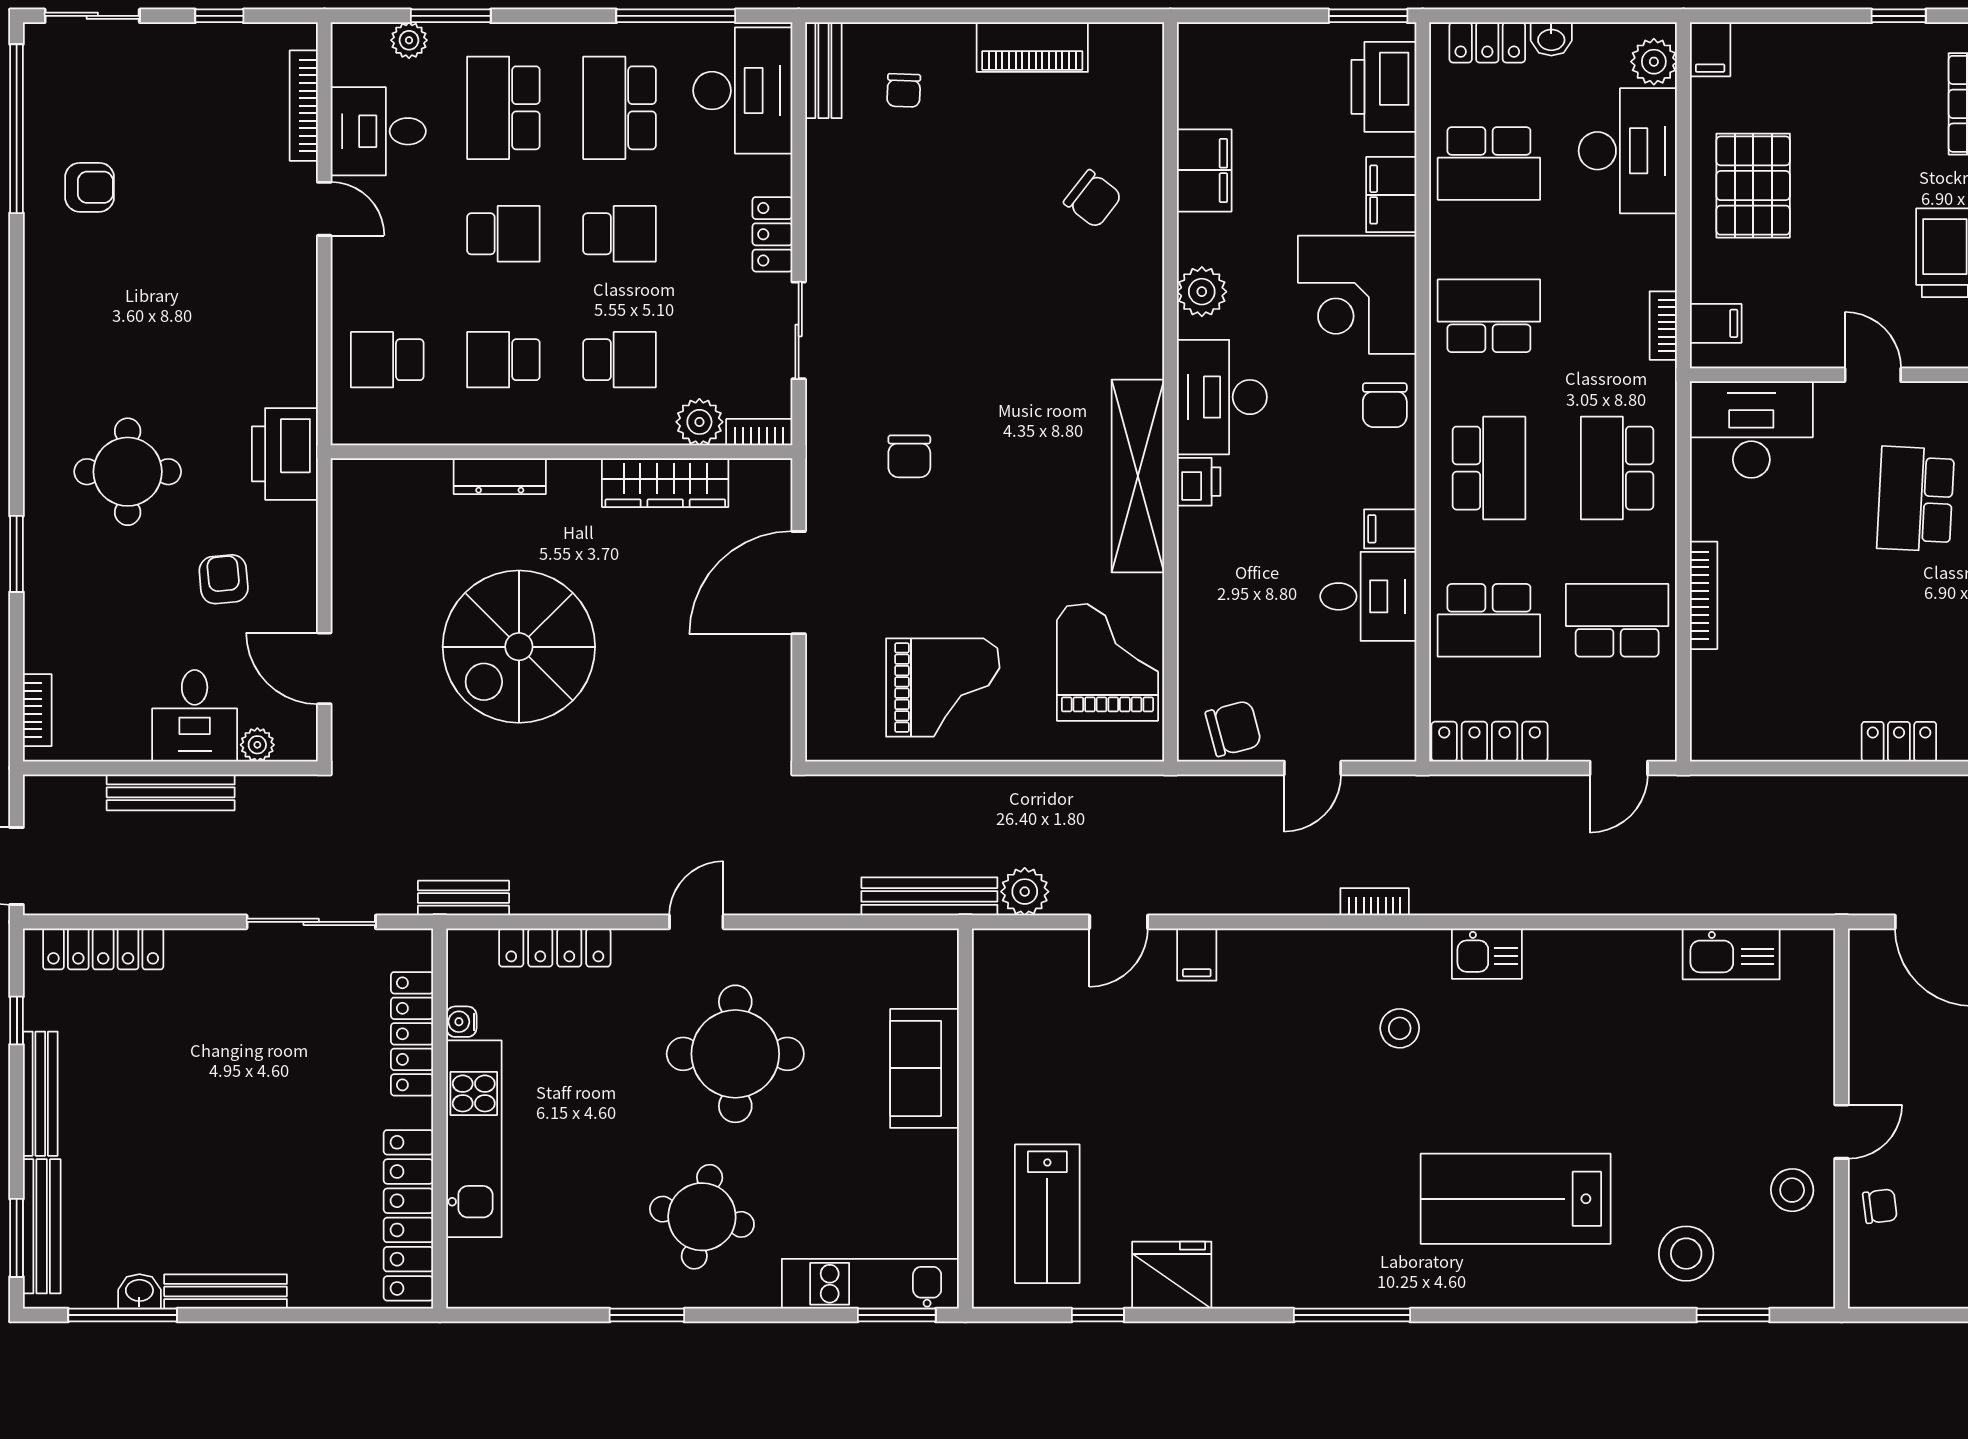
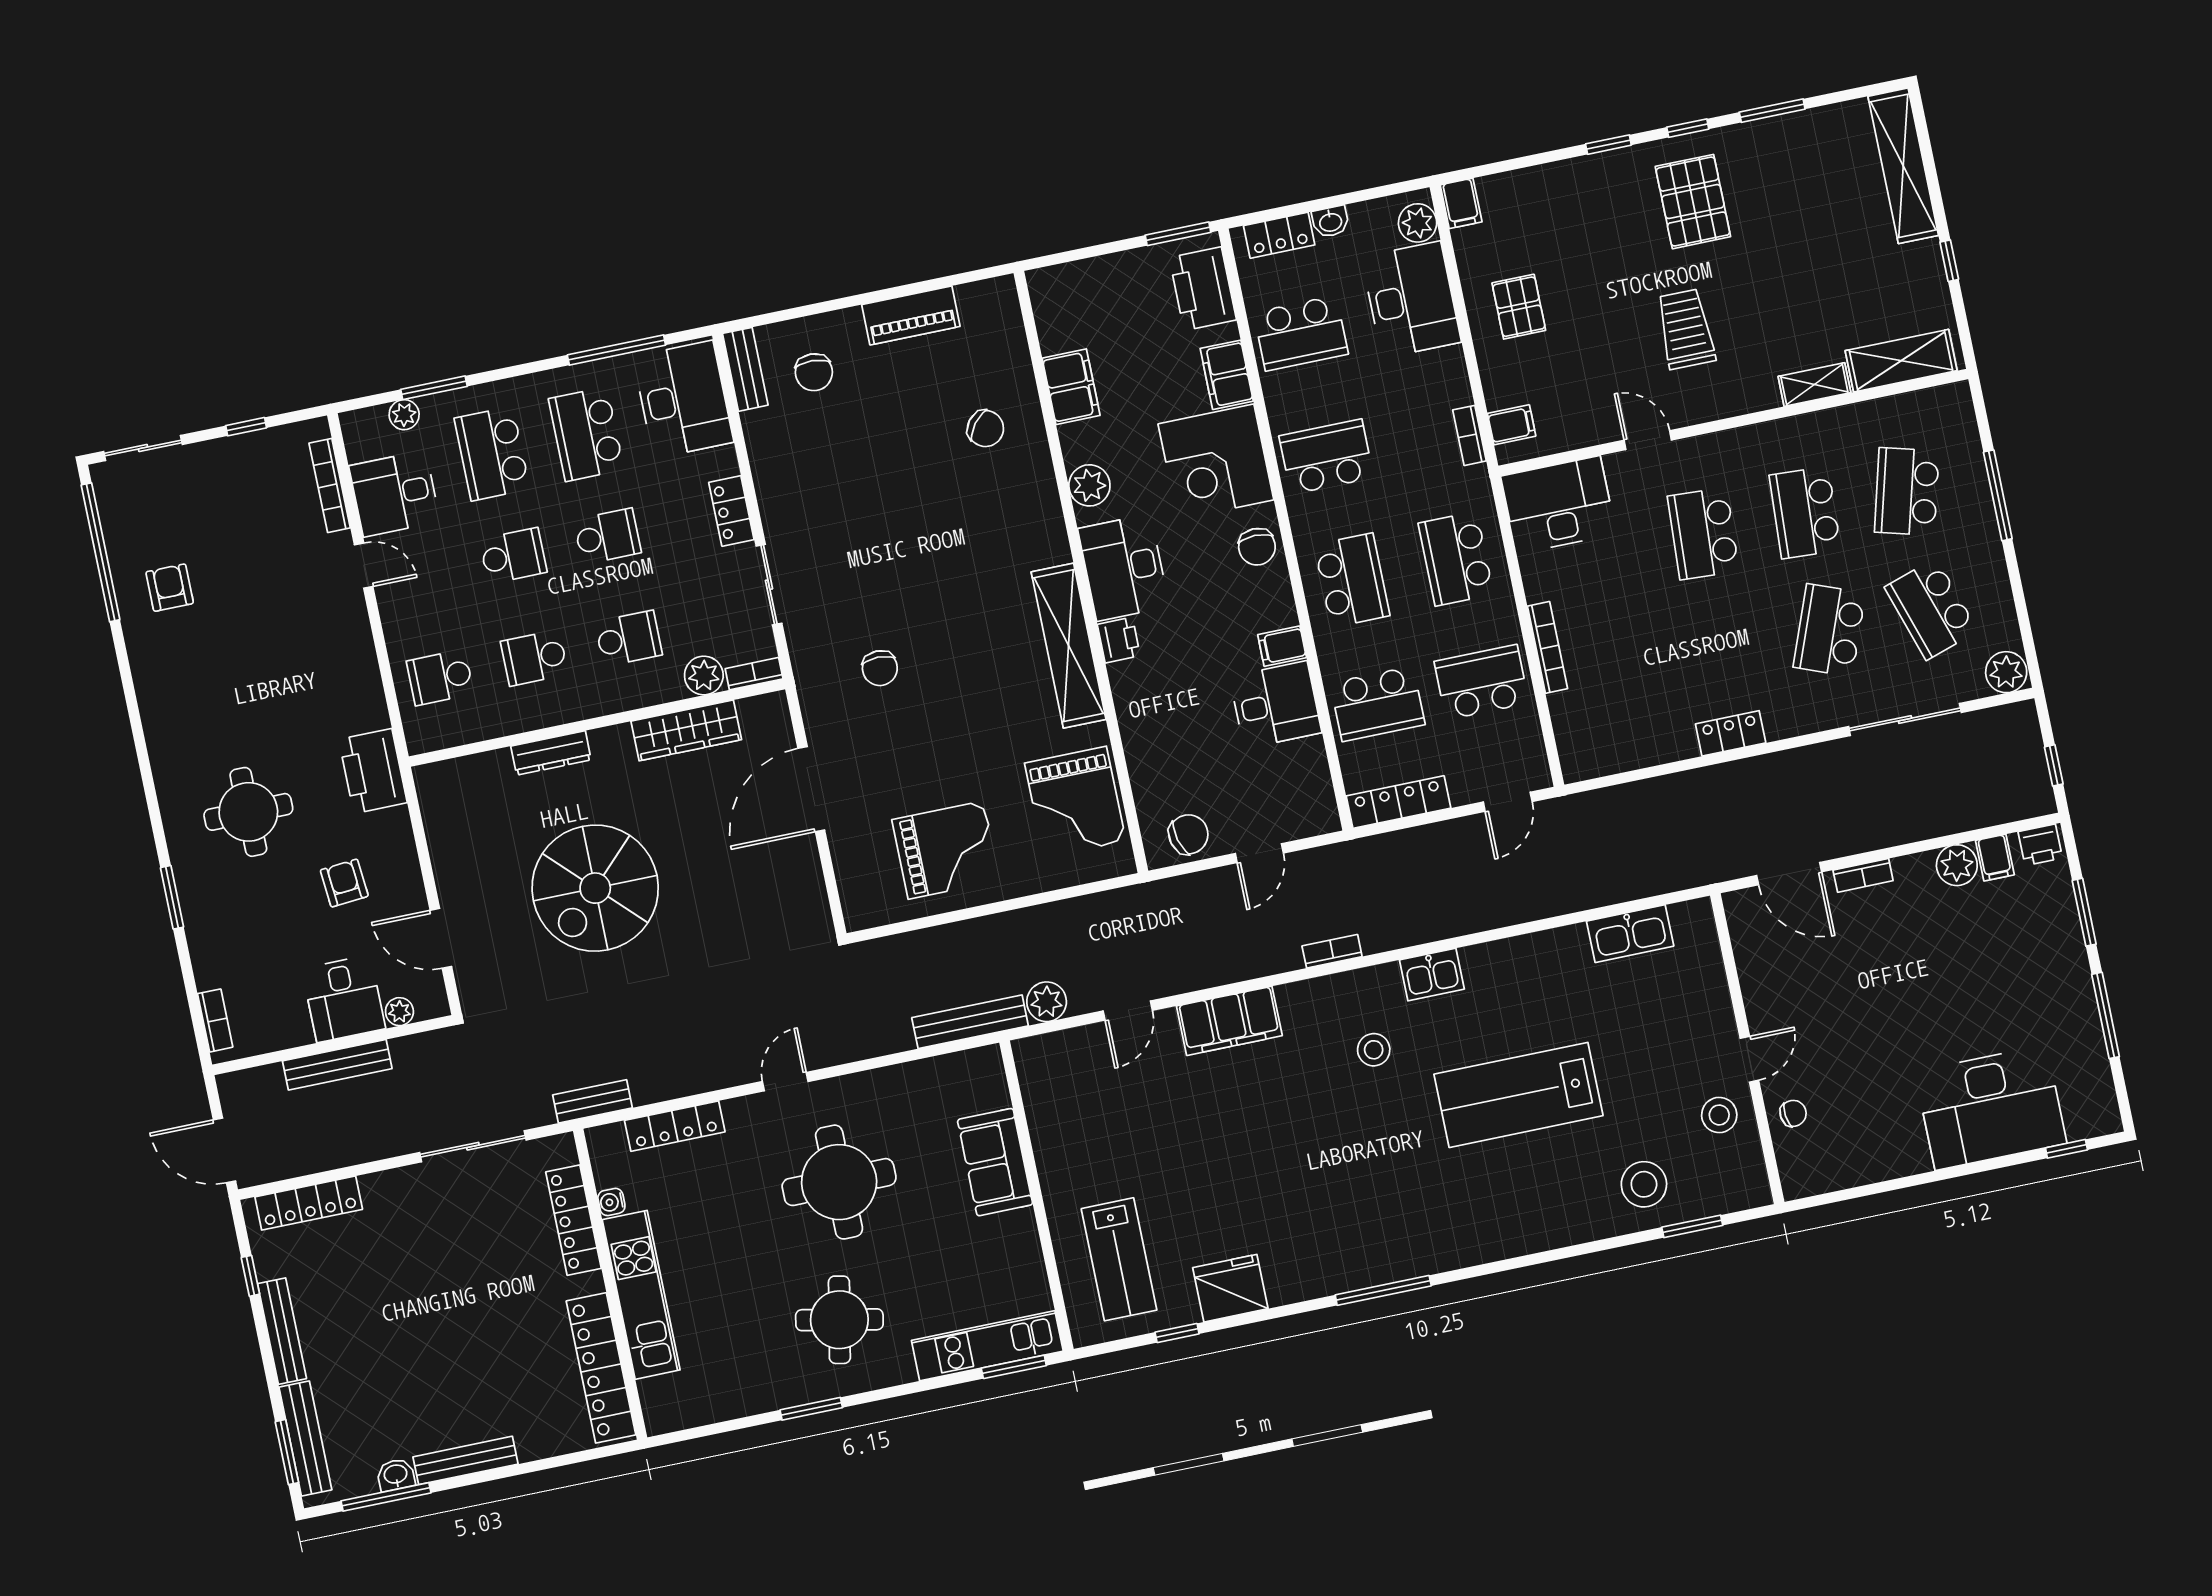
chair: (904, 90) -> (814, 372), width x1.37, depth x1.37
pallet: (1753, 186) -> (1519, 307), width x0.67, depth x0.71
armchair: (90, 187) -> (170, 588), turned -90
grand piano: (1107, 662) -> (1075, 802), turned 180
filing cabinet: (1197, 954) -> (1229, 1021), width x3.00, depth x1.17
lab bench: (1516, 1199) -> (1518, 1095), moved

